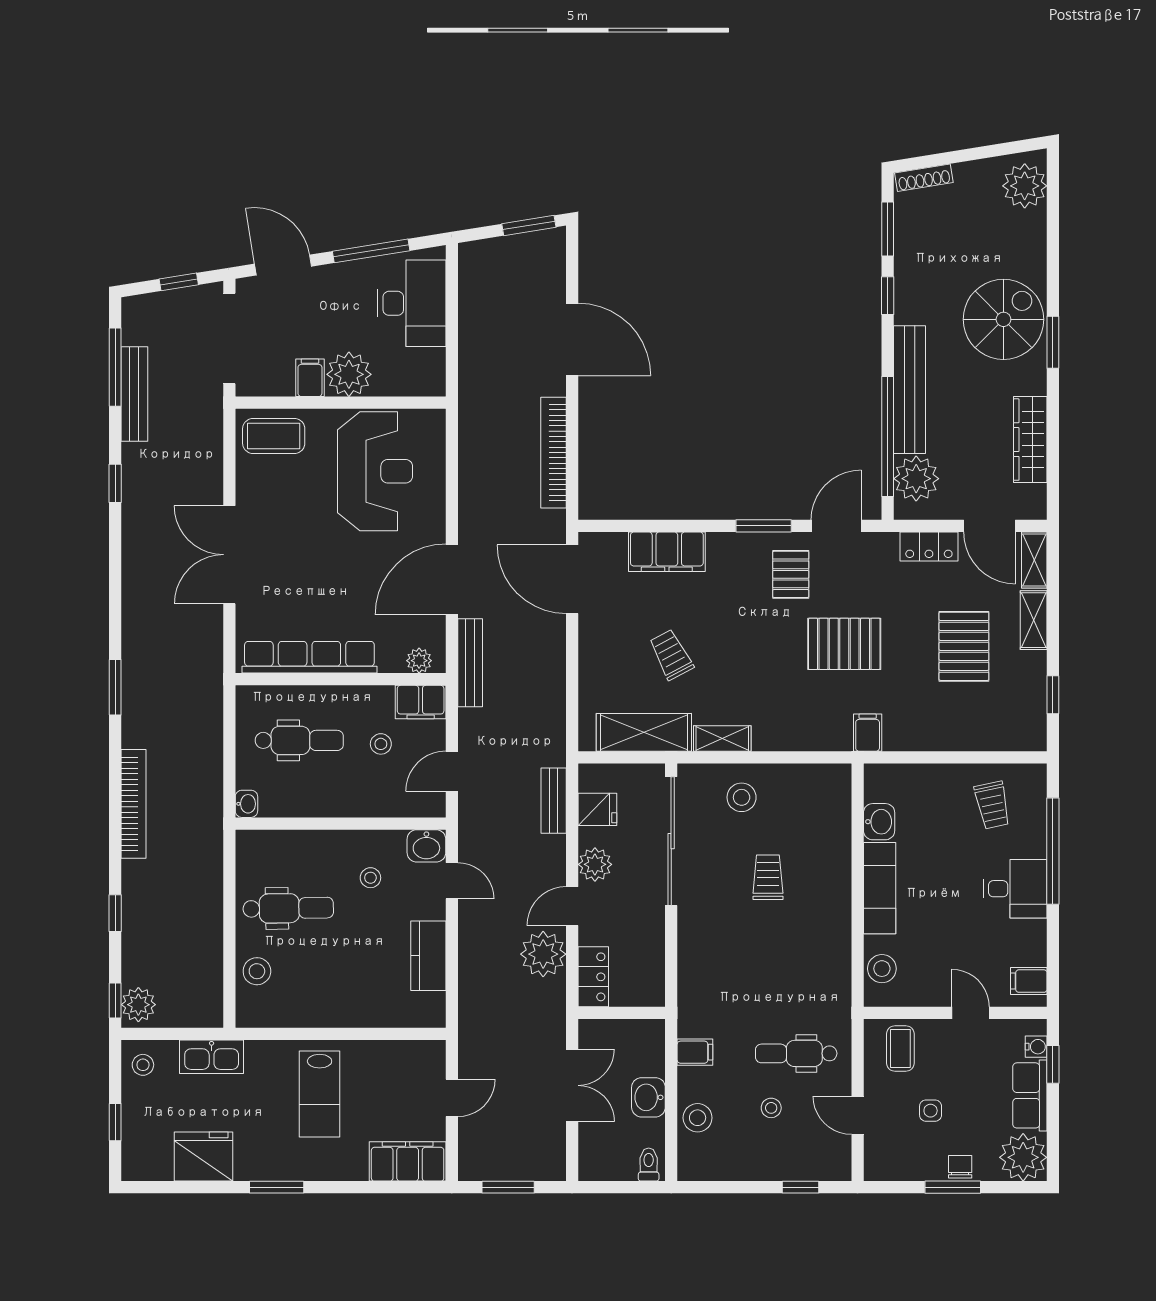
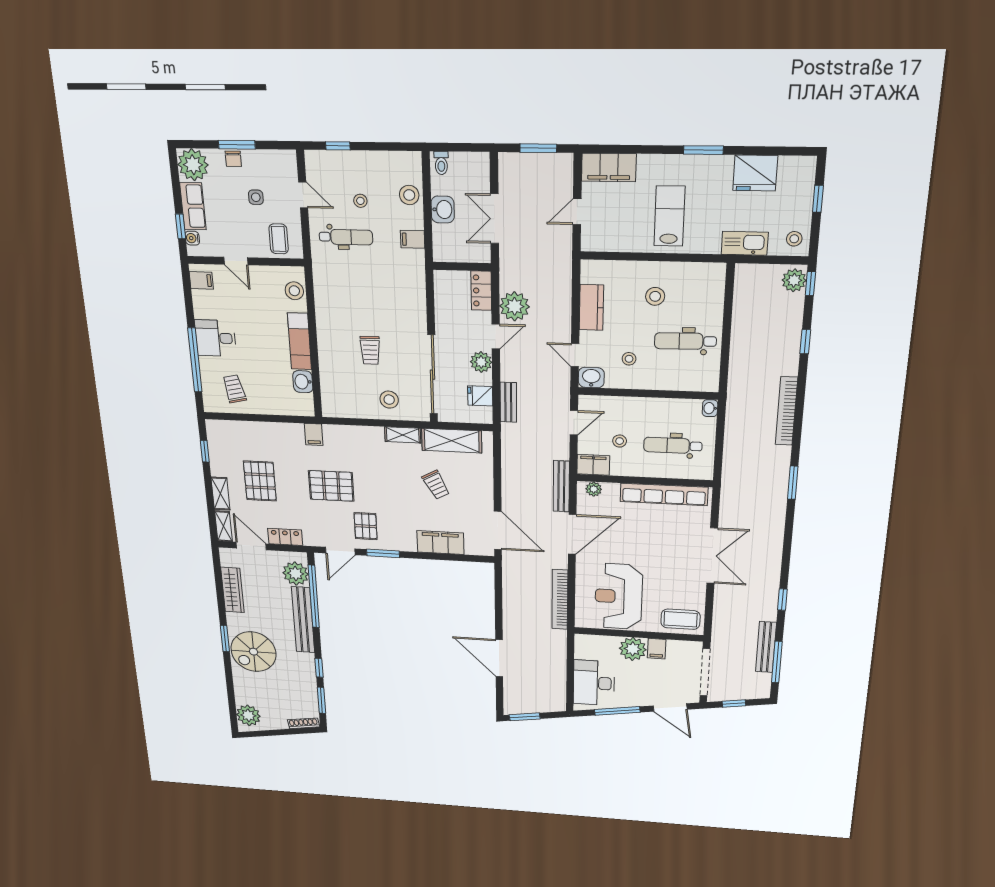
bookcase: (553, 453) -> (560, 600), moved, turned 180
stool: (257, 971) -> (655, 296), moved

